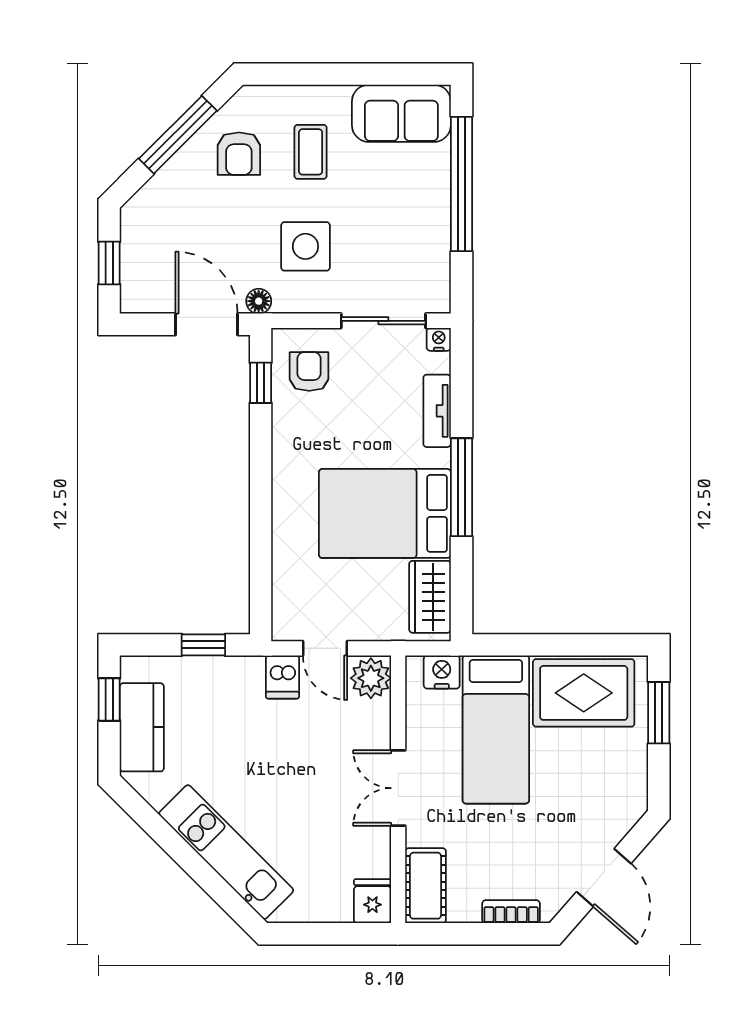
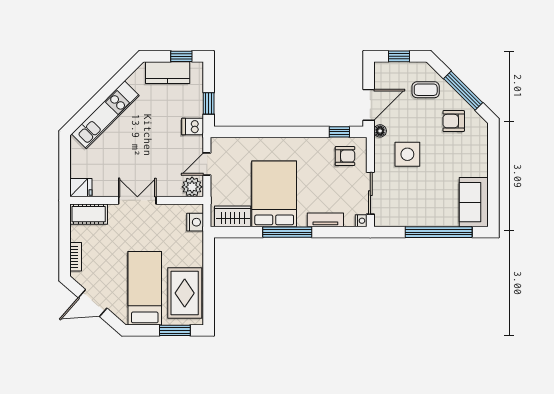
coffee table: (311, 152) -> (426, 90), moved
dishwasher: (282, 677) -> (193, 126), moved
bed: (496, 729) -> (145, 288), moved, turned 90

